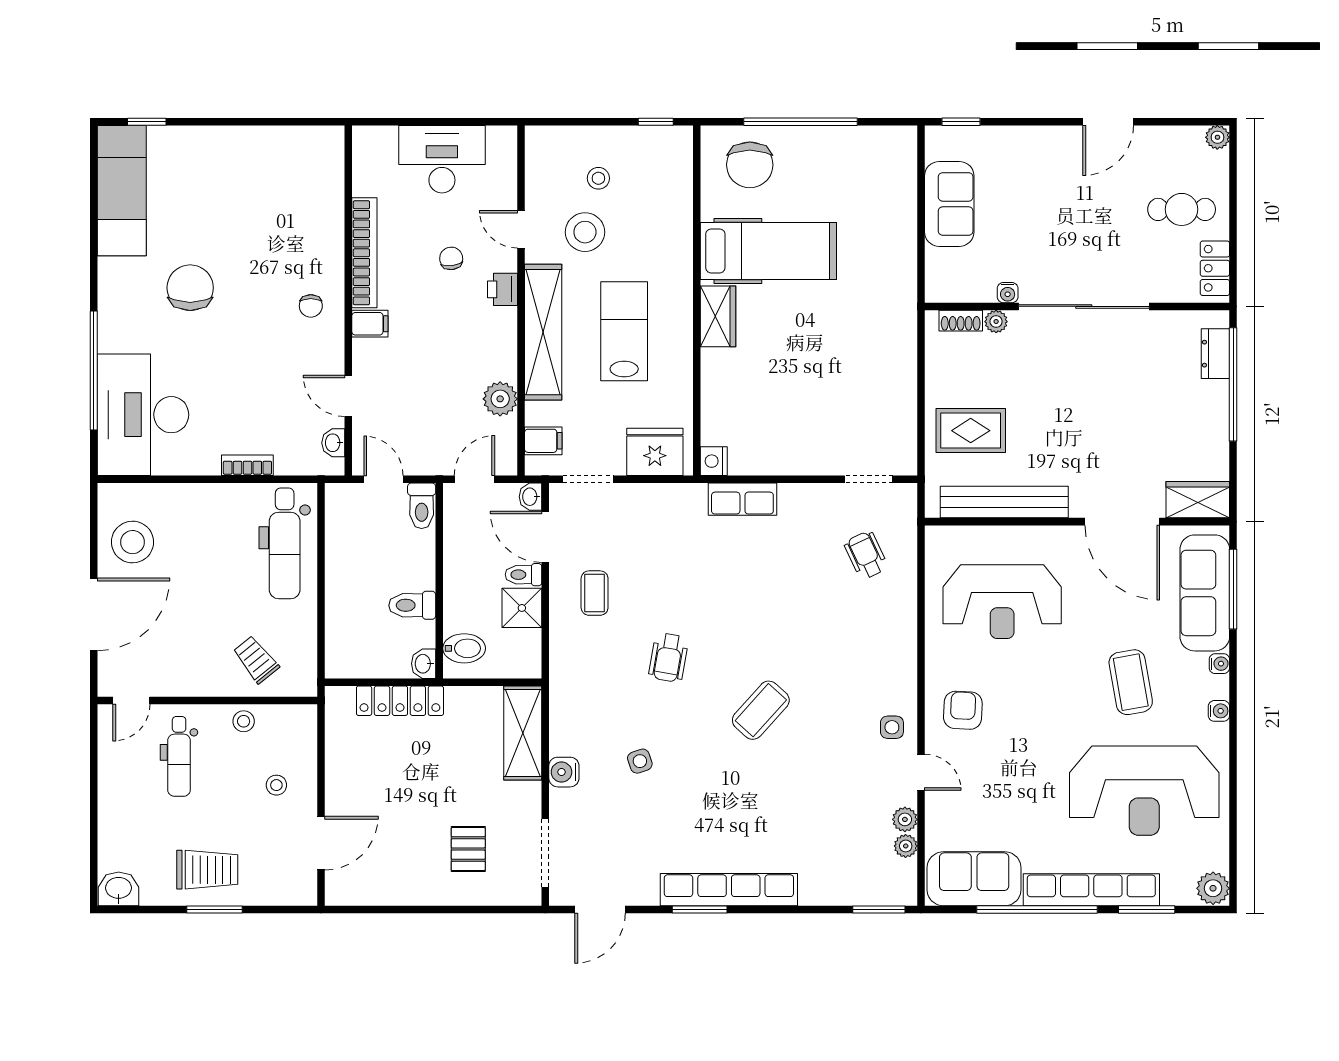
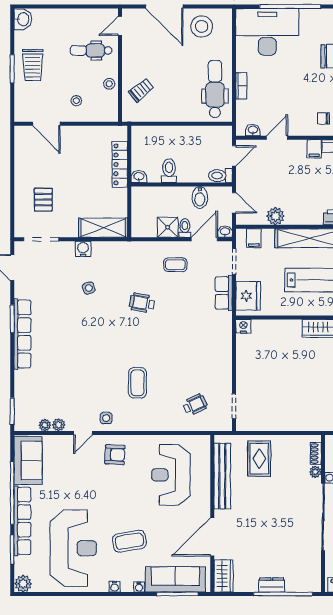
dresser: (1215, 354) -> (272, 585), moved
row of seats: (742, 499) -> (224, 293), moved
dental chair: (285, 543) -> (215, 89), moved, turned 90
bidet: (464, 648) -> (200, 197), moved
door: (131, 700) -> (120, 26), hinge flipped
coffee table: (761, 710) -> (137, 383), moved, turned 48
reception desk: (1144, 791) -> (73, 548), turned 180
pallet: (468, 849) -> (43, 200), turned 90

